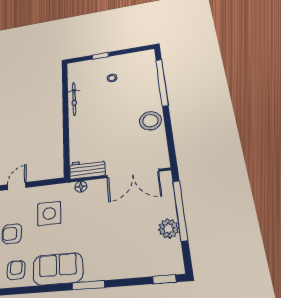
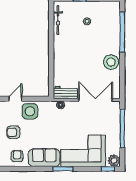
bicycle: (74, 99) -> (58, 20), moved
double door: (133, 173) -> (96, 100), swing flipped
side table: (49, 213) -> (30, 111), moved
plant: (169, 229) -> (114, 161), moved
corner sofa: (119, 252) -> (83, 151), added

